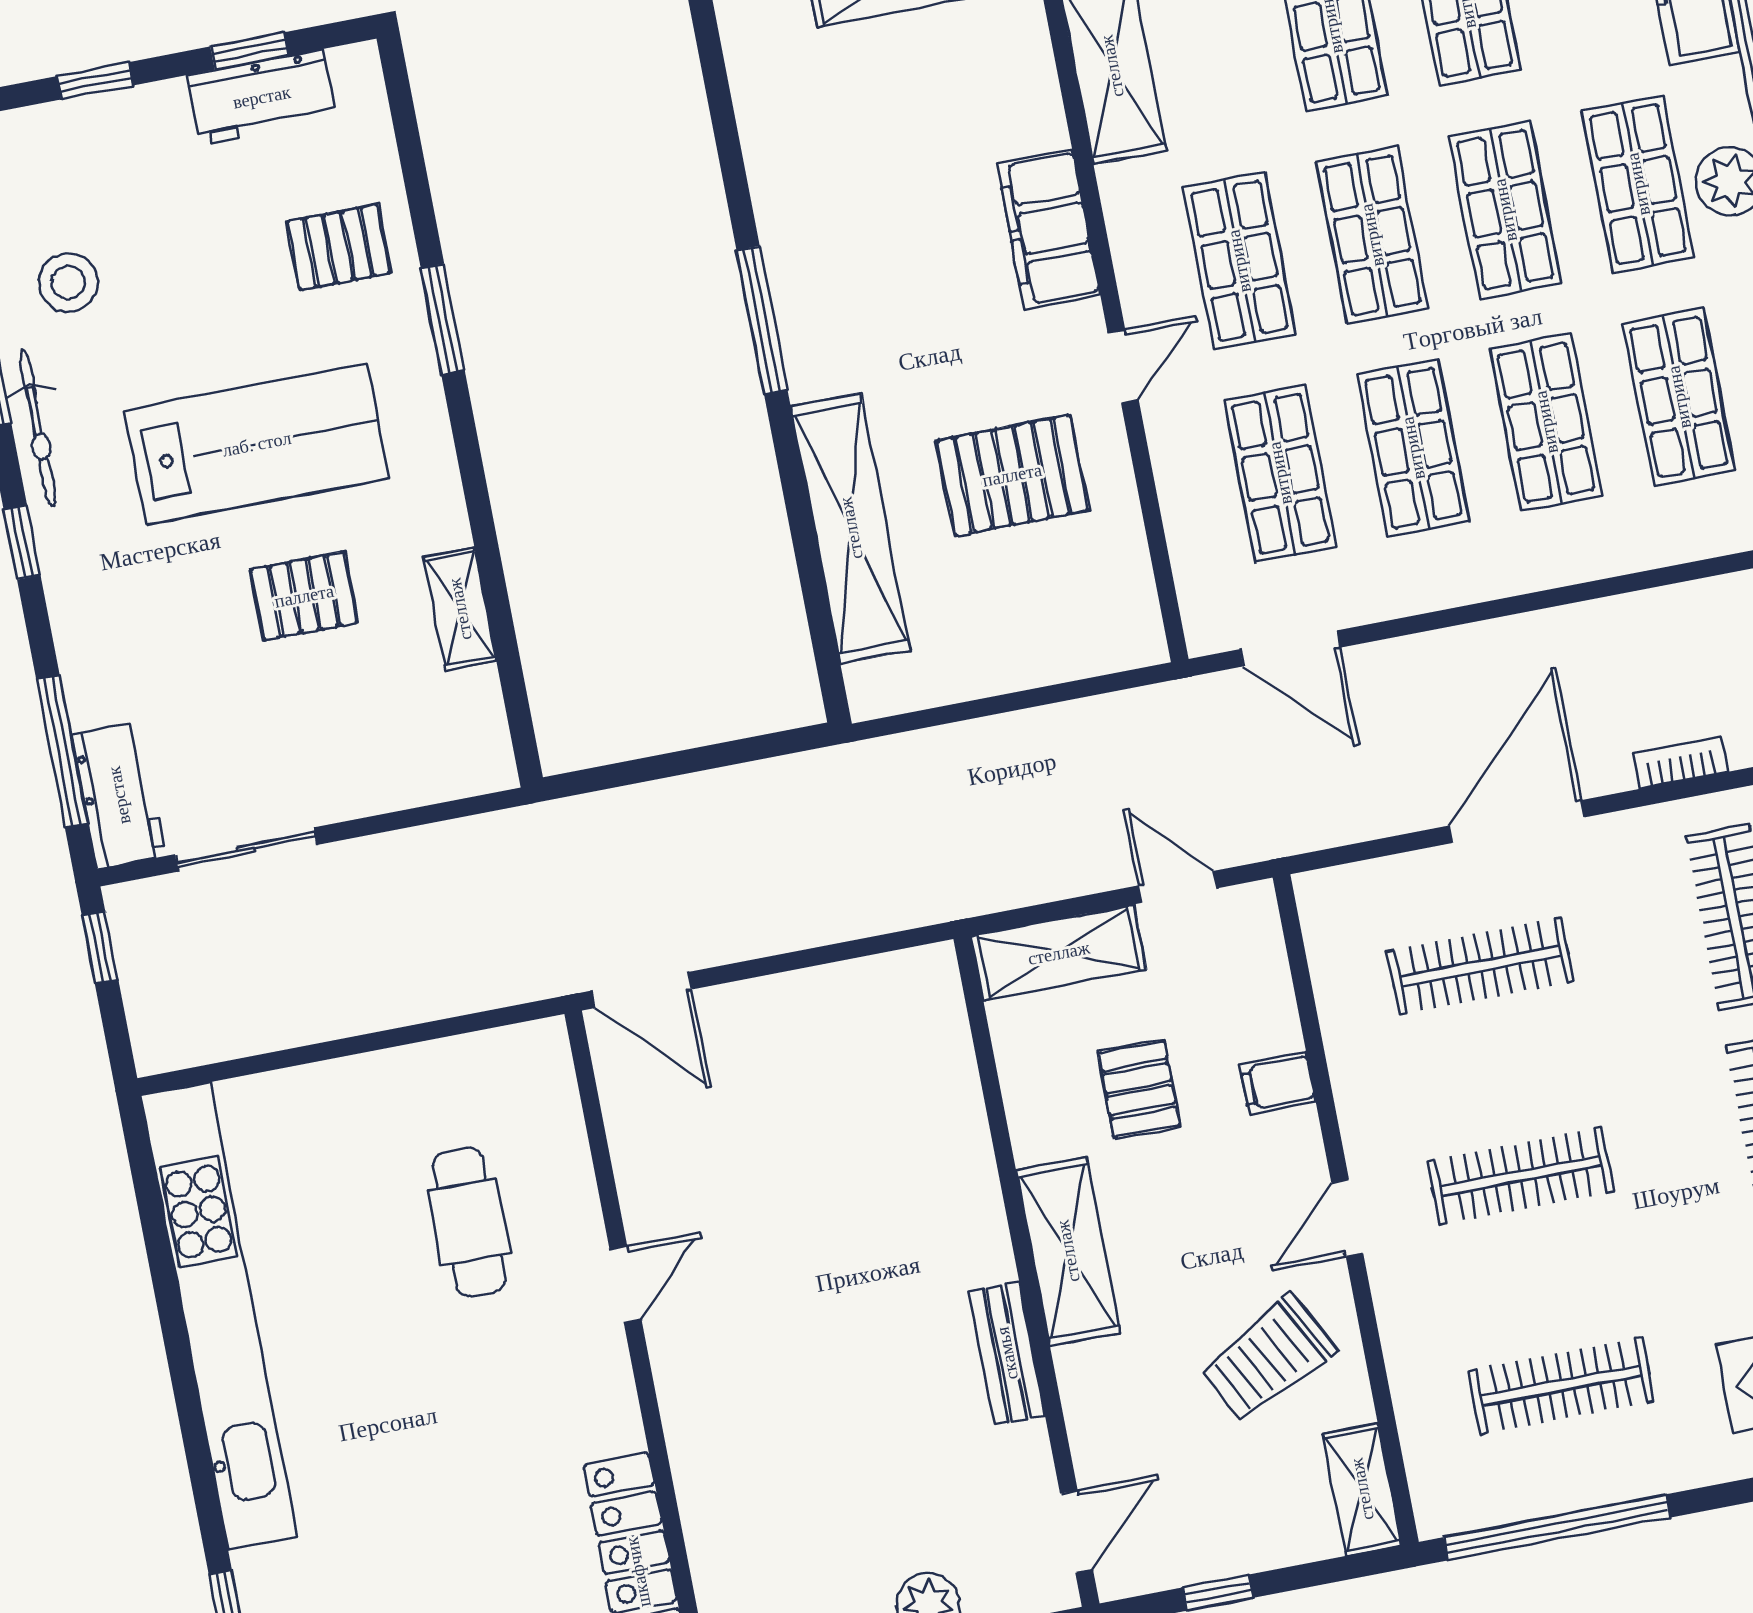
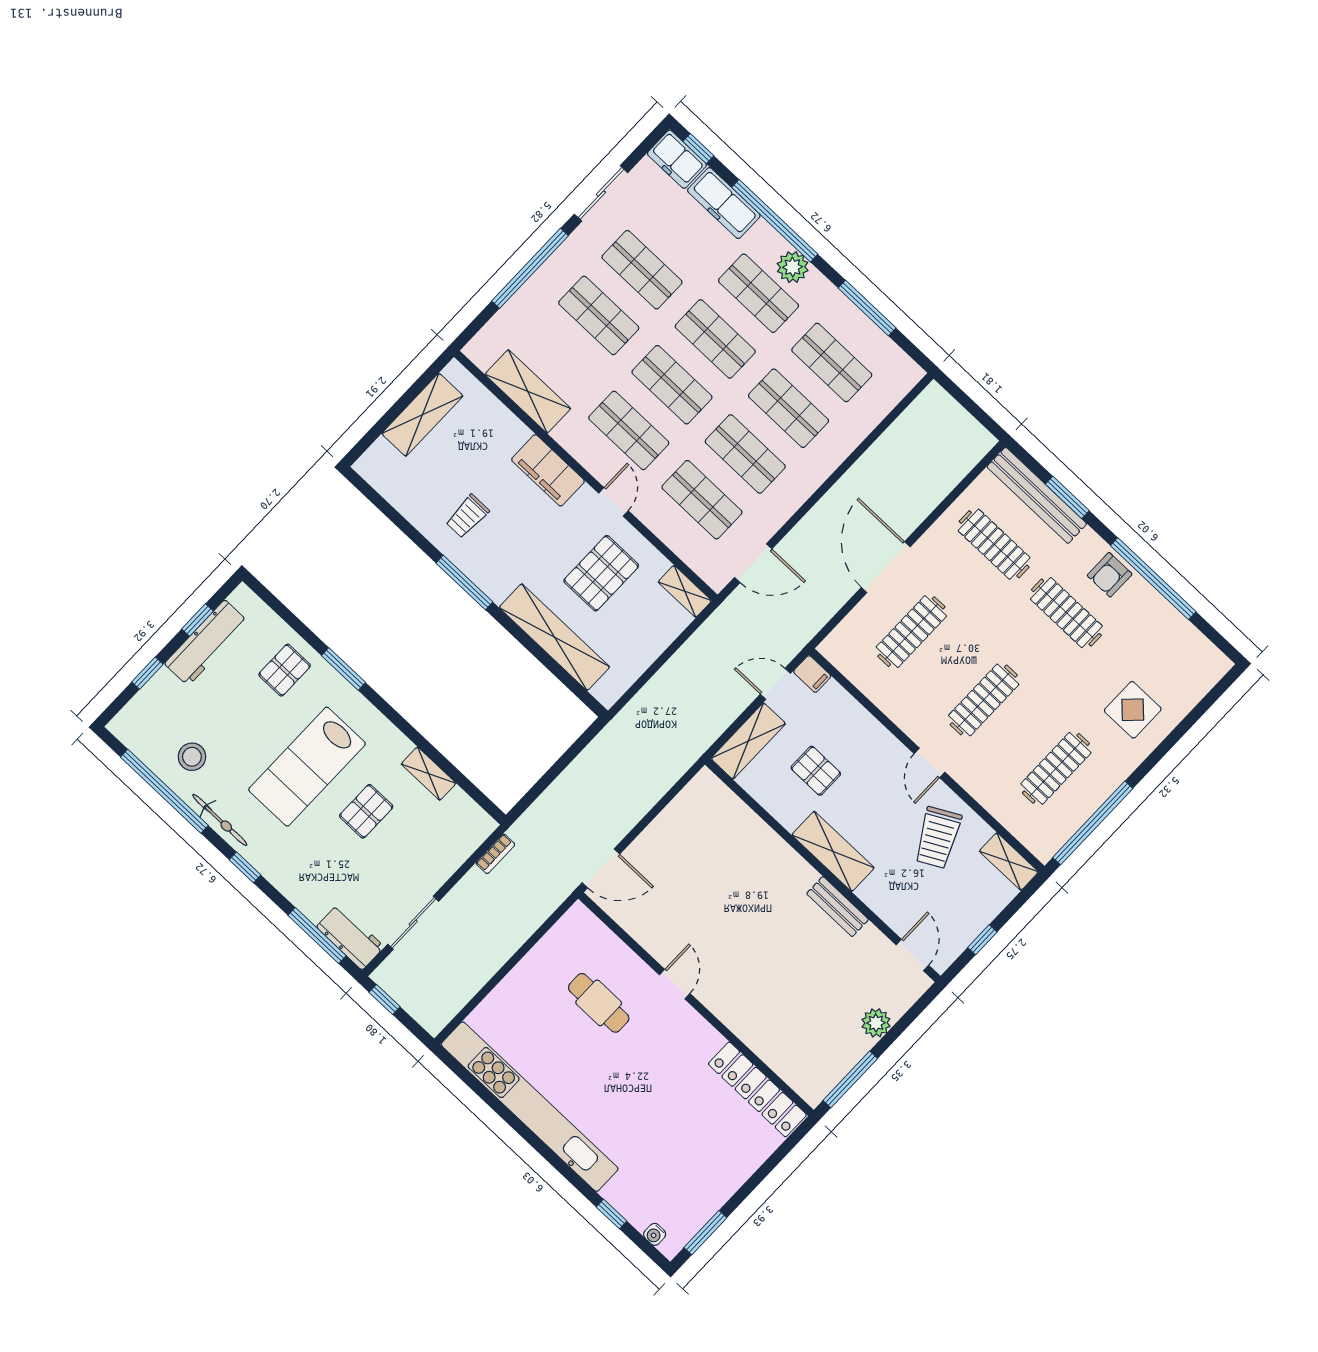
workbench: (262, 97) -> (206, 643), width x1.38
trolley: (850, 208) -> (467, 516), added
lab bench: (257, 444) -> (307, 767), turned 180
shelving: (1136, 612) -> (685, 591), added
bookcase: (1681, 763) -> (495, 854), moved, turned 180
filing cabinet: (1278, 1083) -> (812, 674), moved, turned -90

